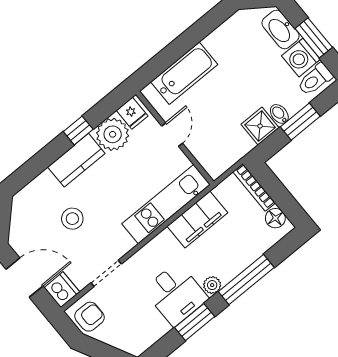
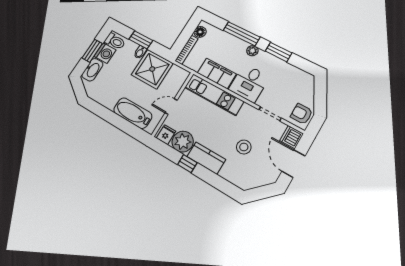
shower: (260, 126) -> (152, 69), width x1.86, depth x1.86
desk: (176, 294) -> (249, 83), moved, turned 180

